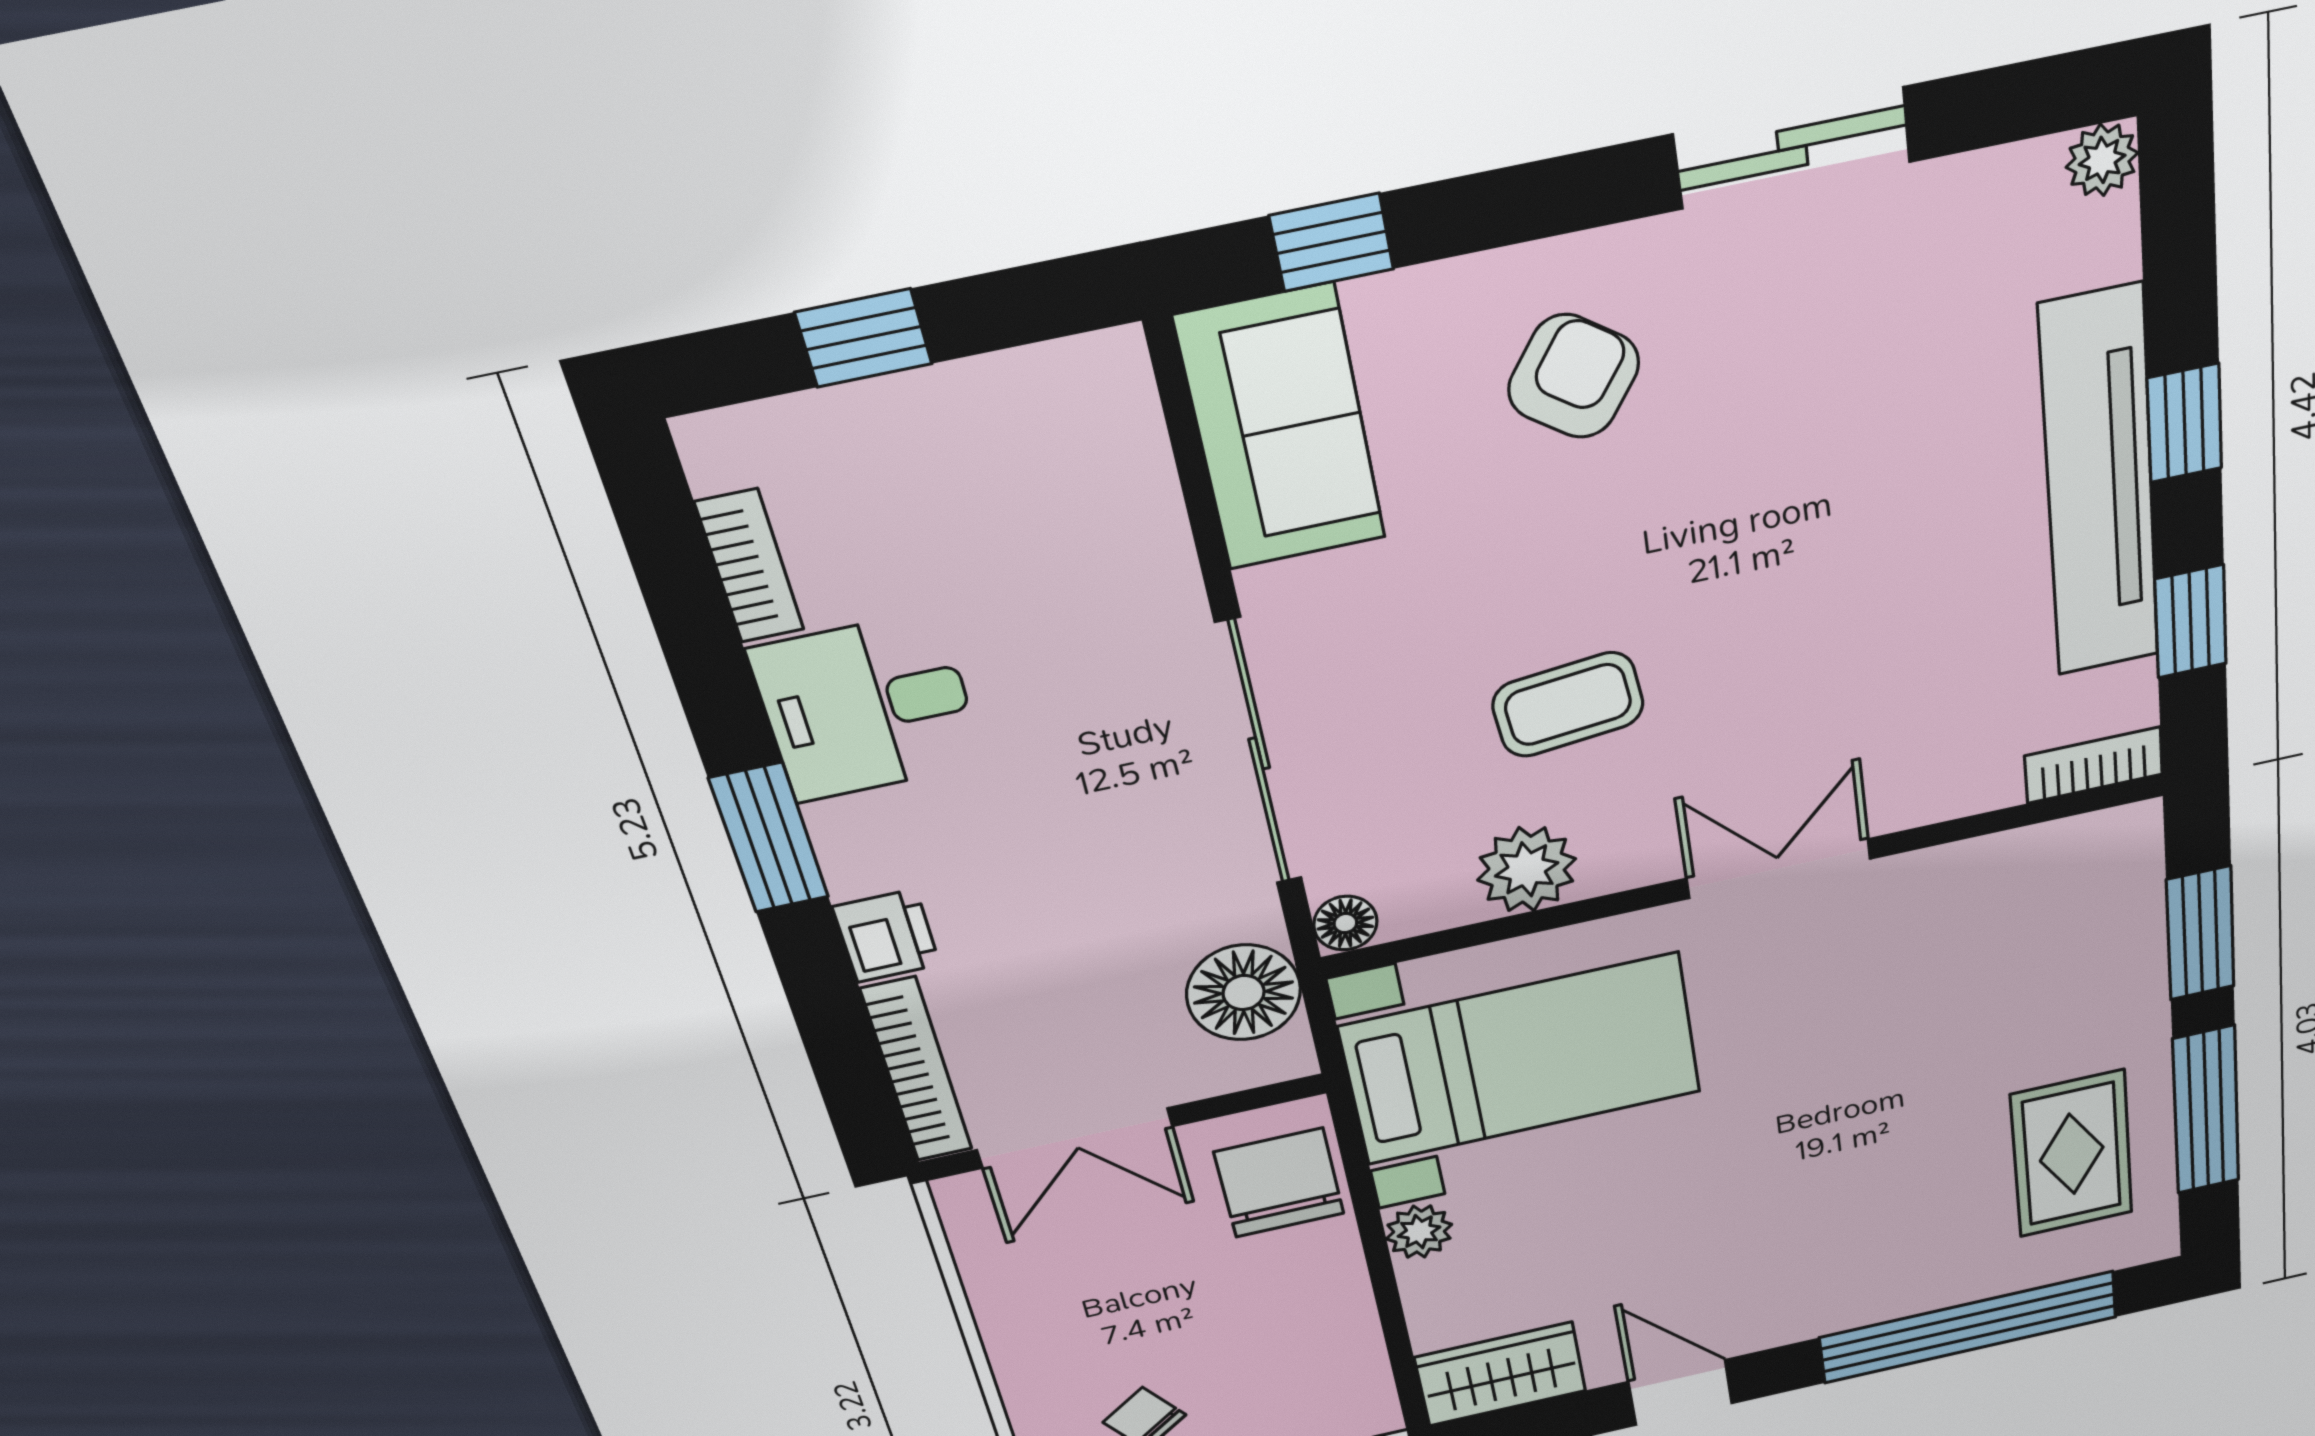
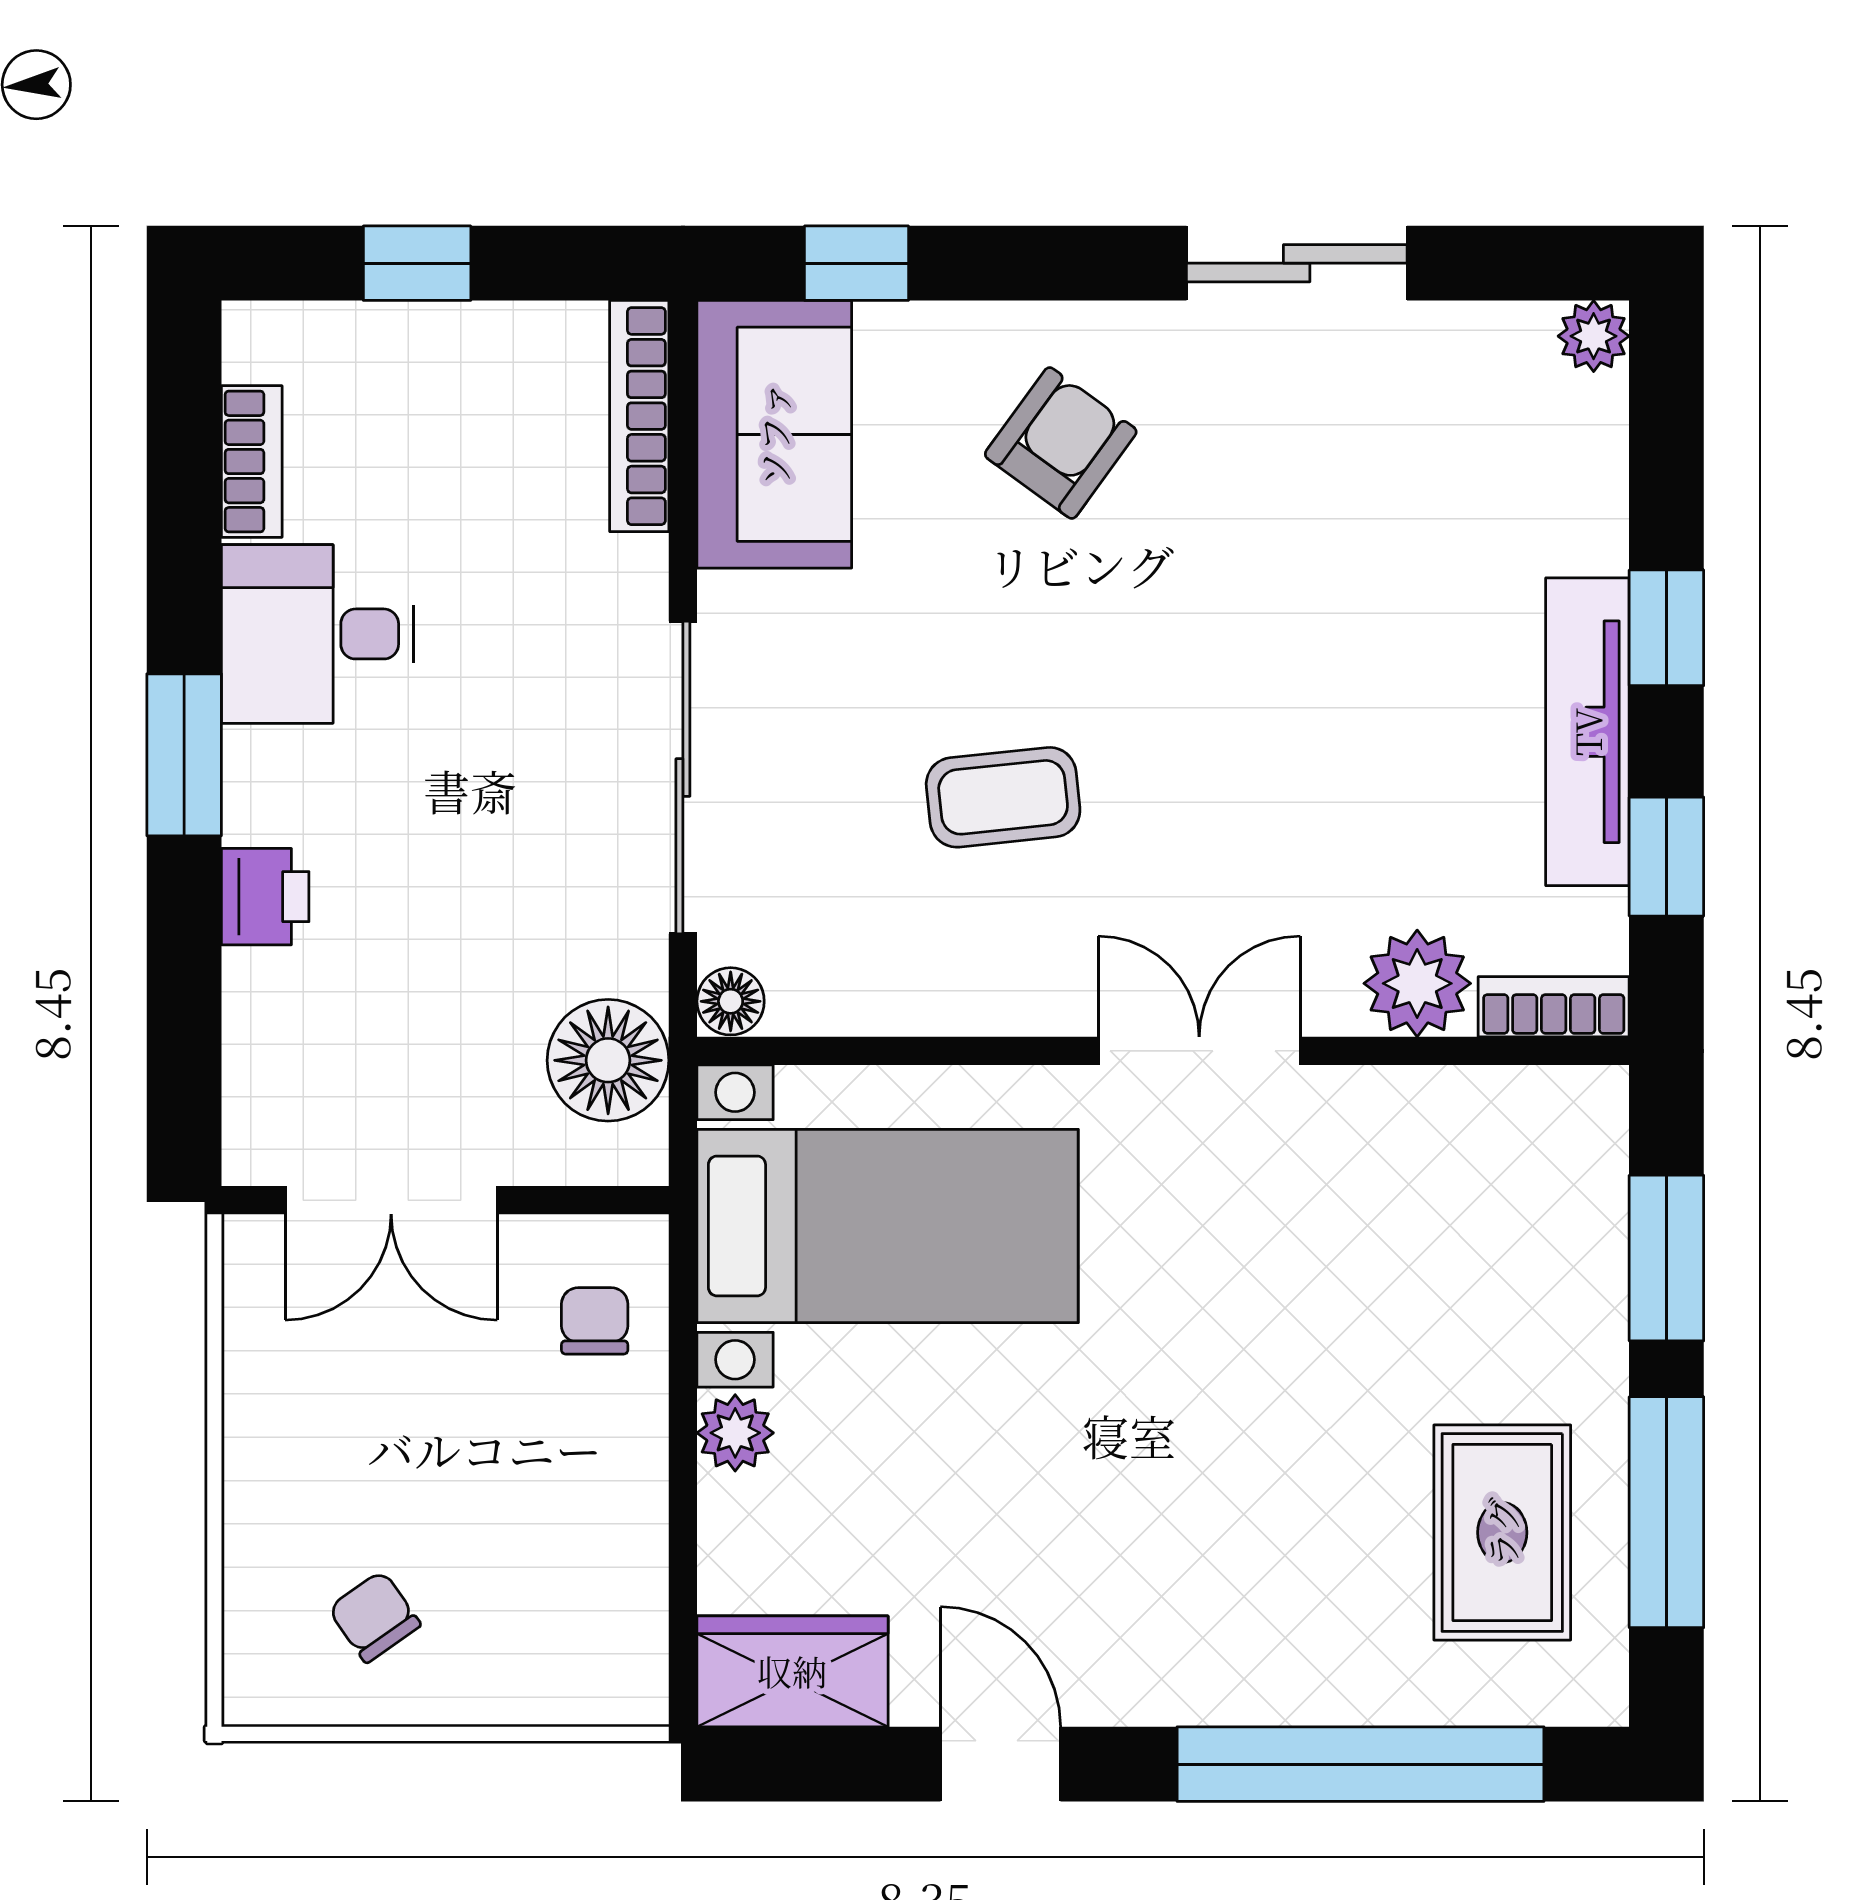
tv unit: (2100, 485) -> (1587, 732), width x0.73, depth x0.78
plant: (1527, 869) -> (1417, 983), moved
bookcase: (917, 1070) -> (639, 416), moved, turned 180
chair: (1279, 1183) -> (595, 1321), width x0.54, depth x0.54

